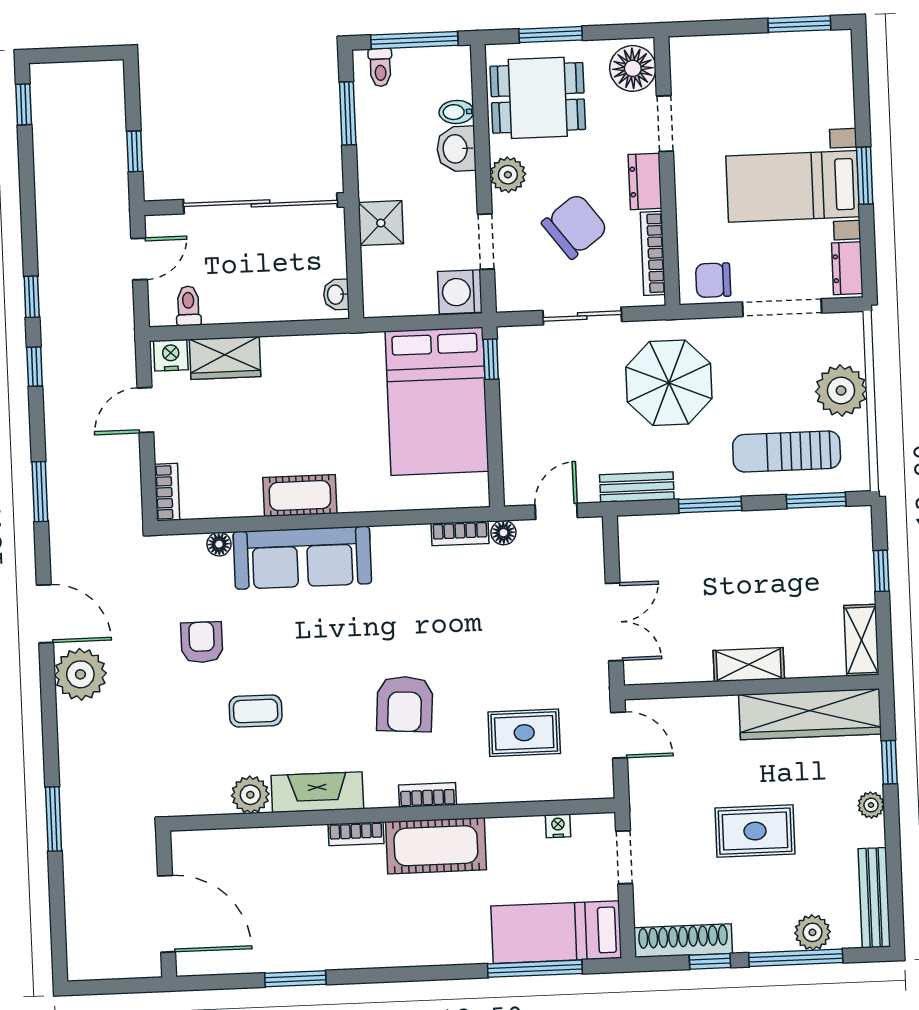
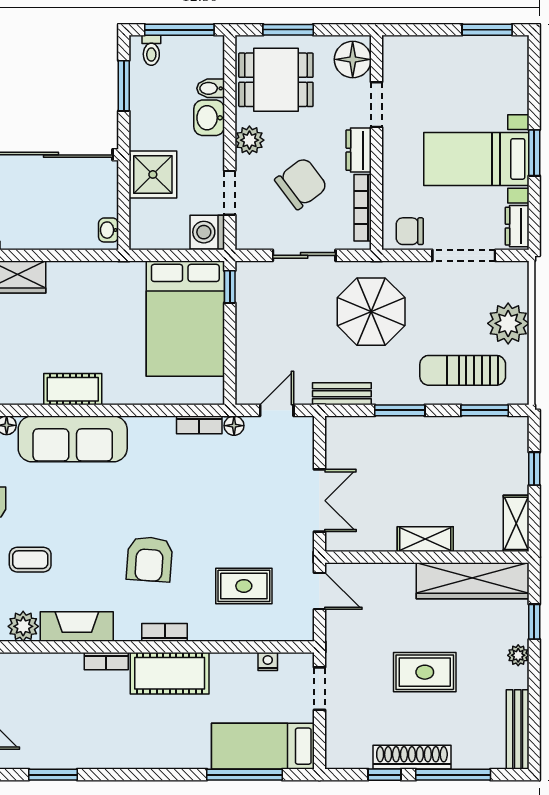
shower: (381, 223) -> (153, 174), width x1.36, depth x1.36
plant: (812, 932) -> (467, 755), removed
shoe rack: (683, 941) -> (412, 757), moved

